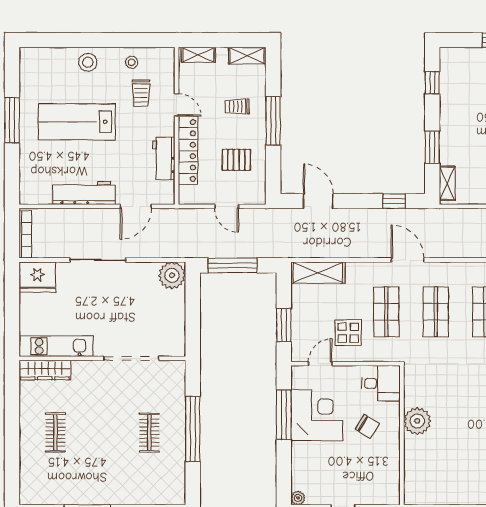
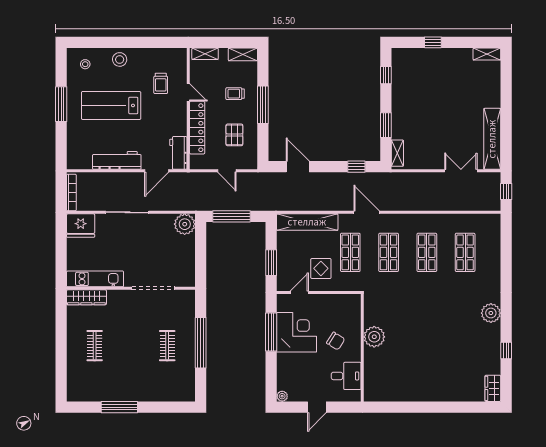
stool: (132, 62) -> (85, 64), moved
workbench: (164, 158) -> (178, 153), moved
pallet: (236, 160) -> (234, 135), turned 90
shelving: (318, 273) -> (307, 222), width x1.47
desk: (381, 383) -> (346, 376), moved

